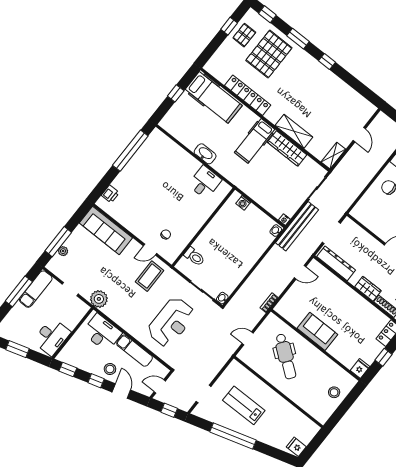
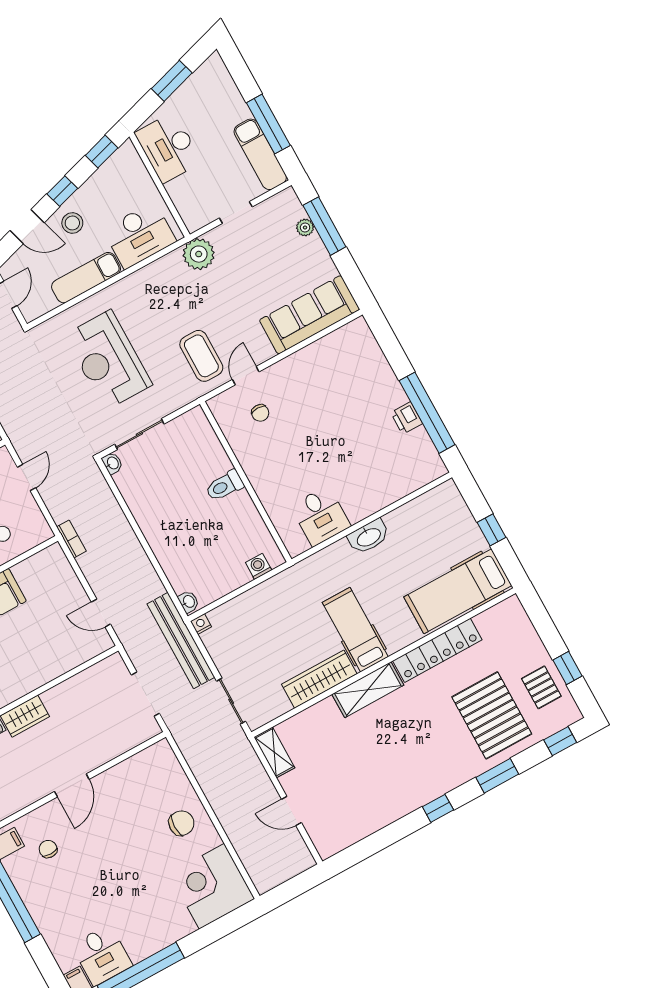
shelving: (294, 131) -> (368, 690), moved
printer: (110, 194) -> (407, 418), moved
toilet: (194, 257) -> (225, 486), moved
dresser: (336, 263) -> (90, 680), removed
door: (300, 272) -> (101, 613), hinge flipped

